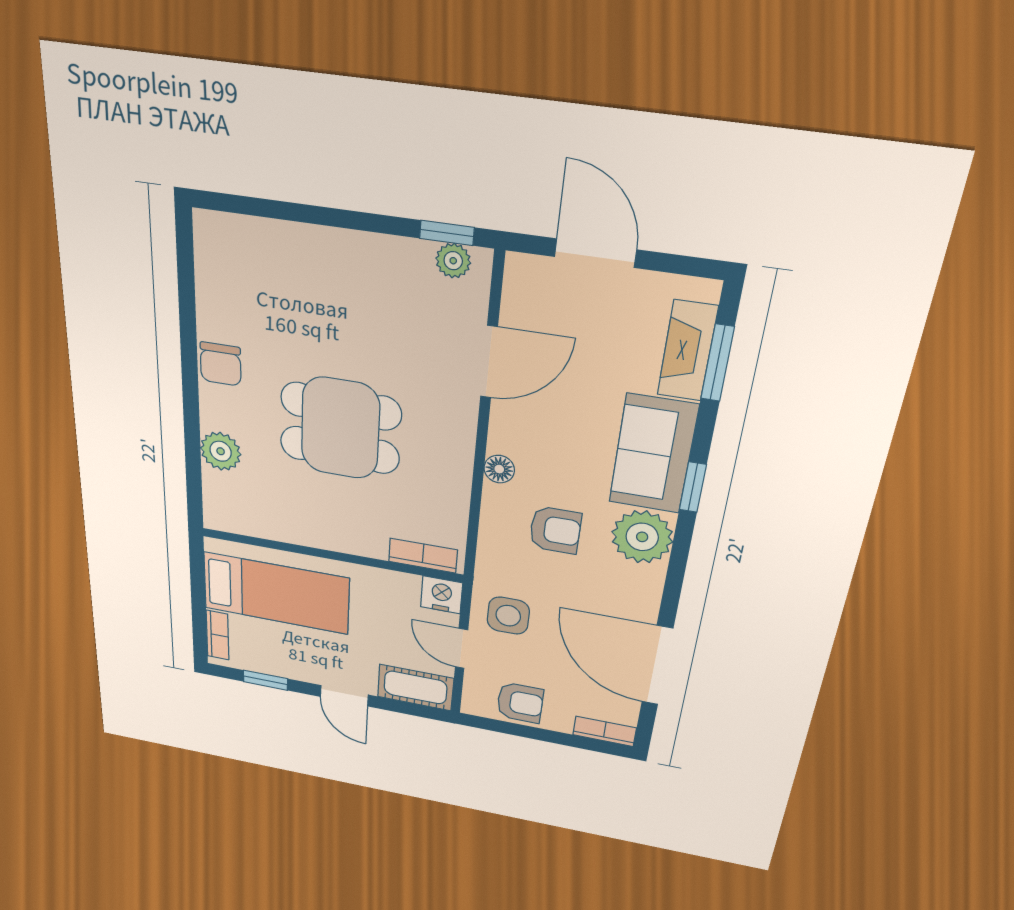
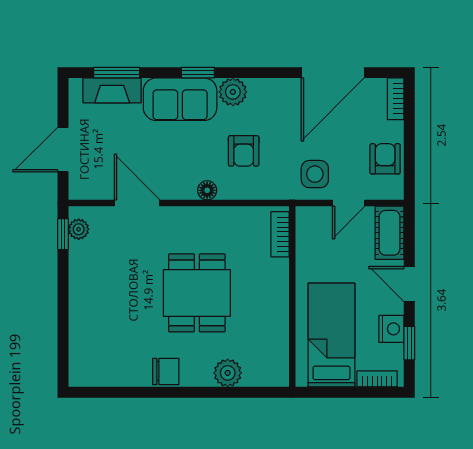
armchair: (555, 530) -> (244, 151), turned 180
plant: (642, 537) -> (233, 92), width x0.73, depth x0.73
nightstand: (442, 595) -> (391, 329), moved, turned 180
door: (344, 696) -> (409, 284), swing flipped

